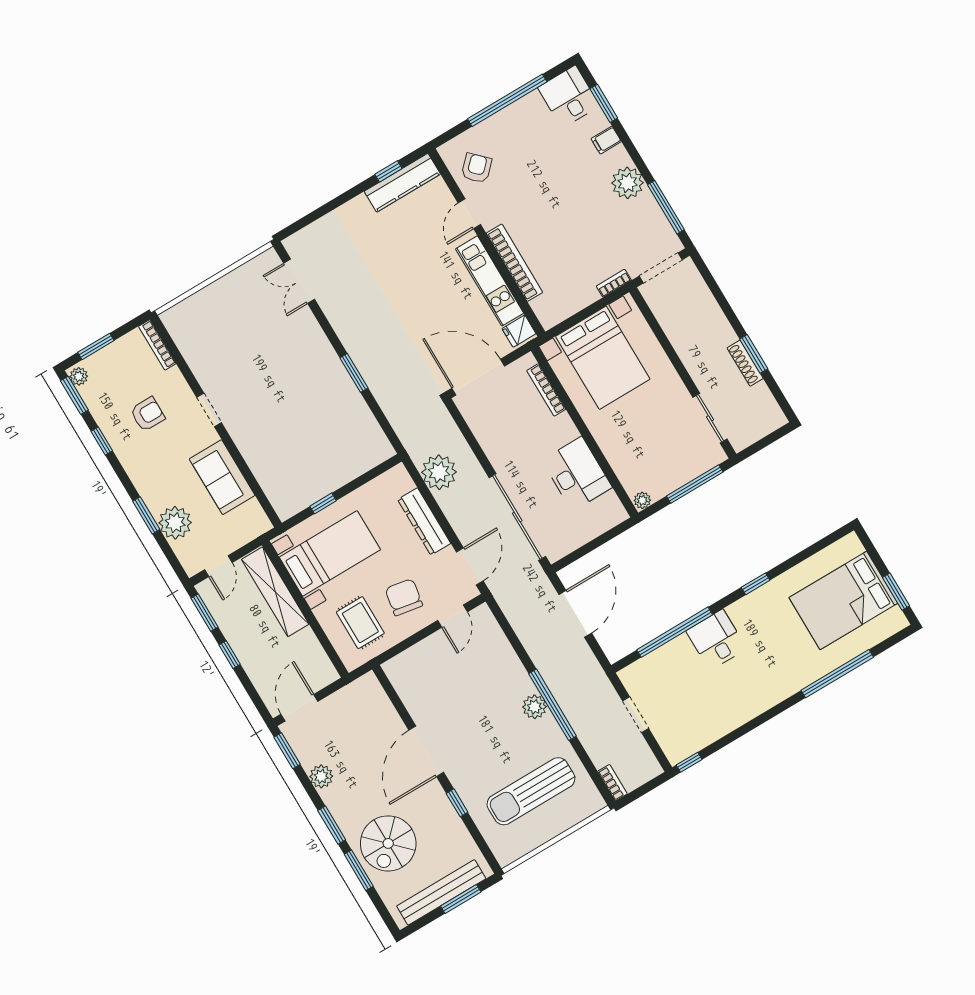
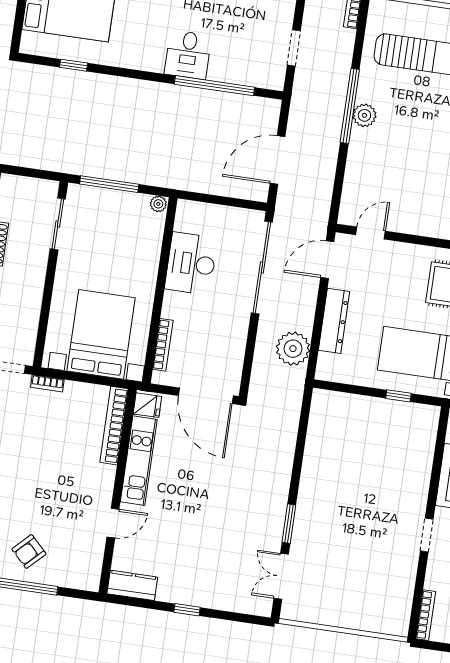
armchair: (477, 168) -> (29, 552), moved
window: (388, 171) -> (187, 610), moved
kitchen counter: (402, 183) -> (132, 585), width x0.67
bookcase: (514, 263) -> (114, 426), moved
double door: (299, 281) -> (281, 576), swing flipped
window: (354, 373) -> (289, 524), moved
window: (756, 584) -> (74, 65), moved
chair: (404, 597) -> (395, 277), removed

